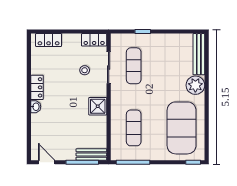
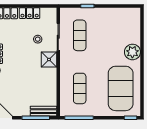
locker: (94, 40) -> (30, 13), moved
bench: (199, 54) -> (135, 25), removed
shower: (98, 106) -> (49, 59), moved

